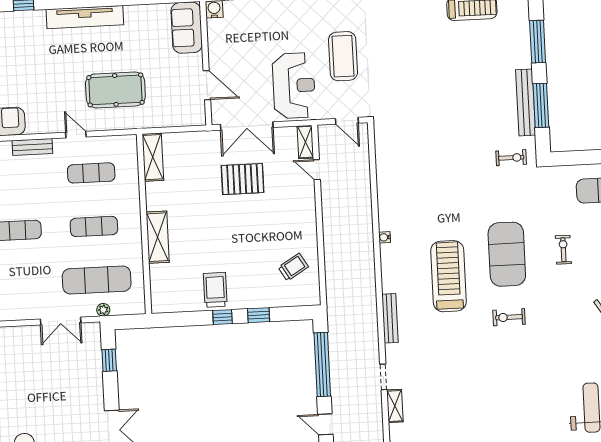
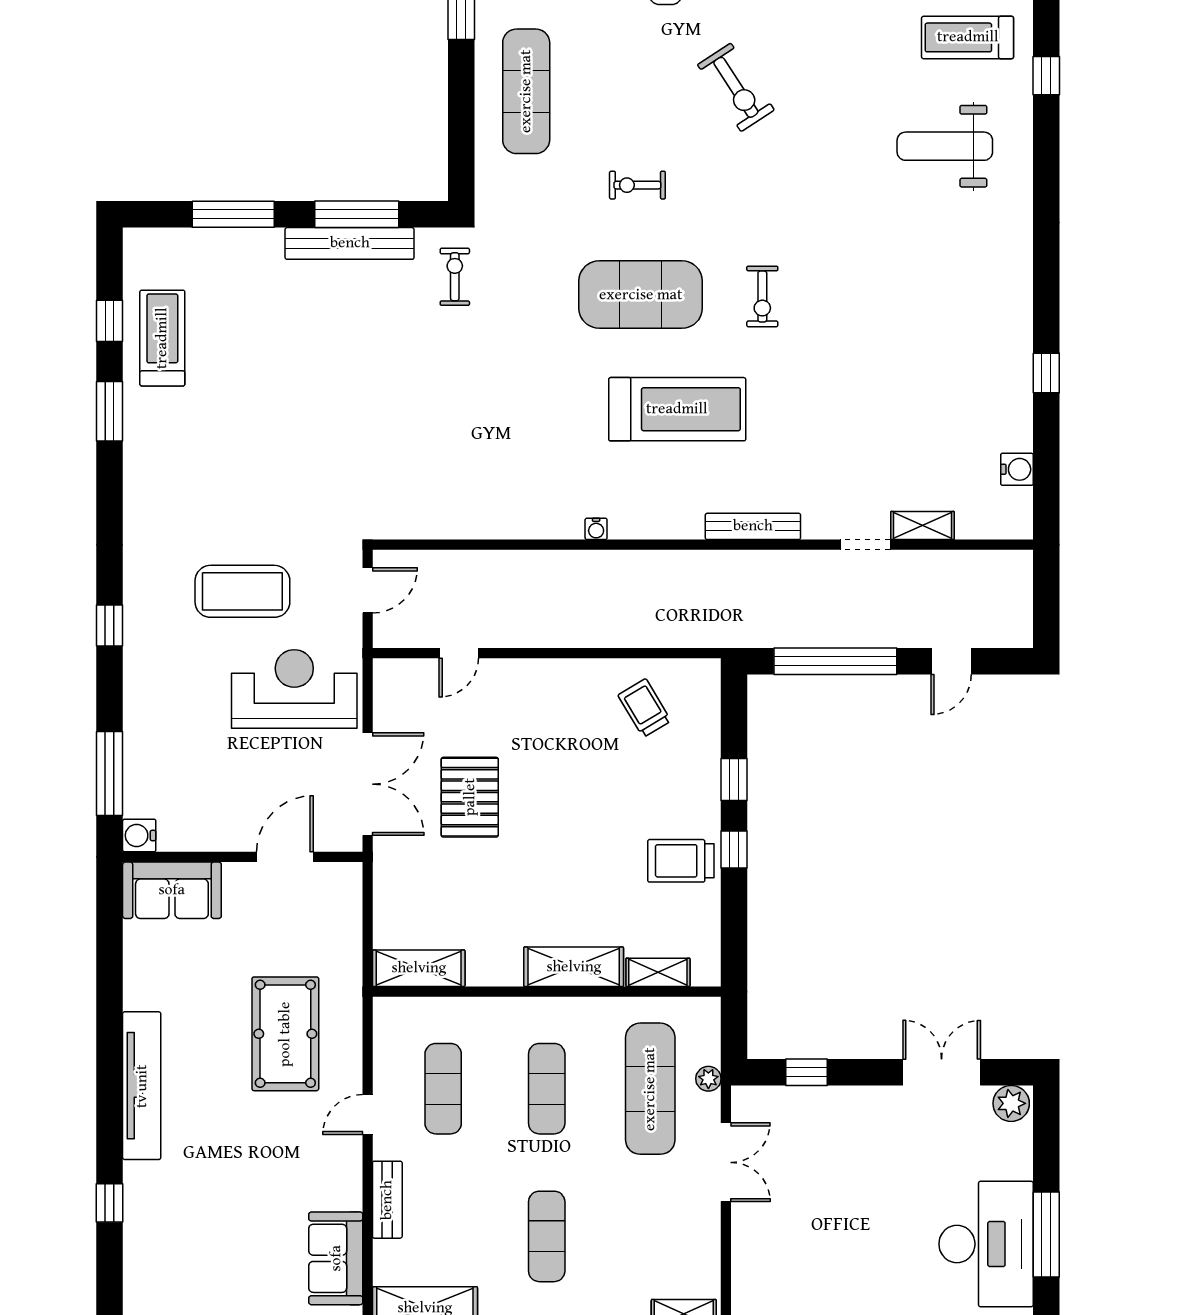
shelving: (305, 142) -> (658, 972), moved
treadmill: (449, 276) -> (677, 409), turned 180

